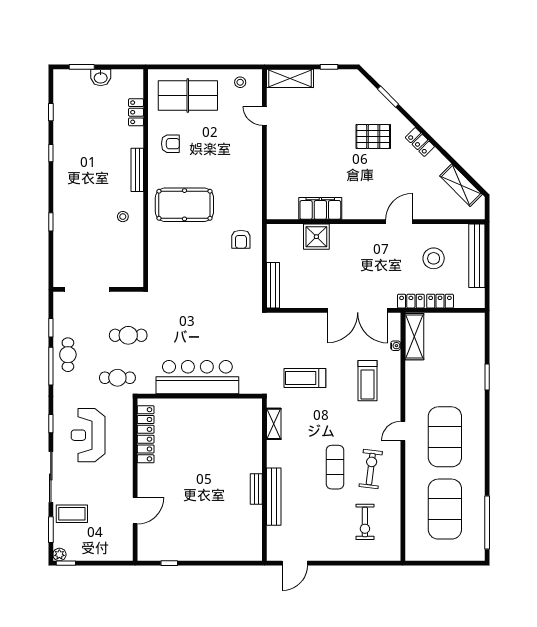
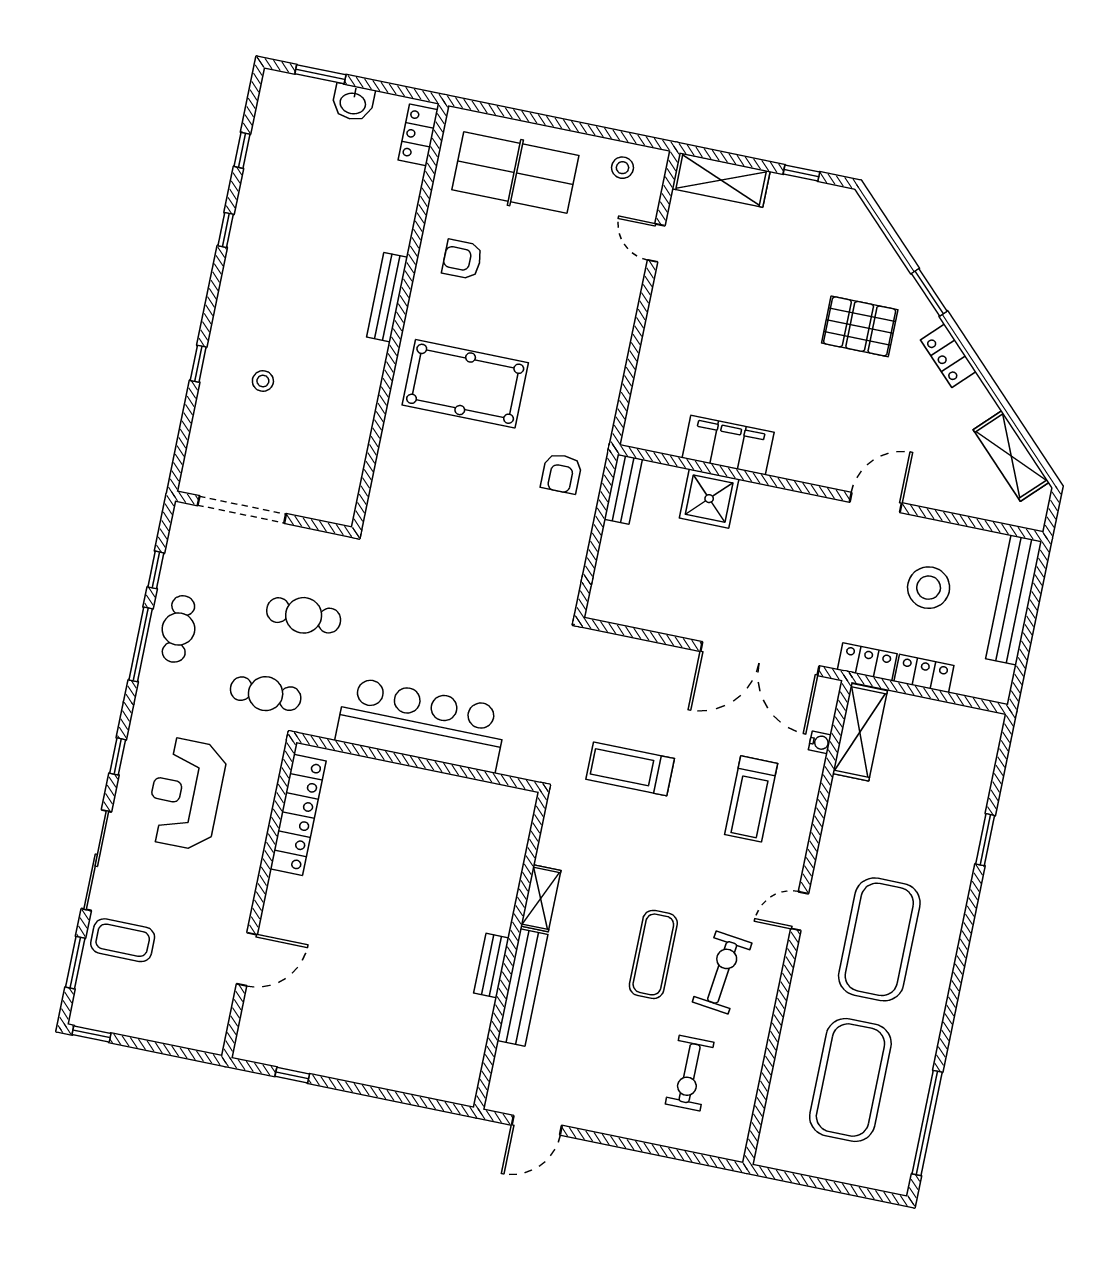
window: (388, 97) -> (929, 292), moved
locker: (136, 112) -> (418, 135), moved
armchair: (170, 144) -> (462, 259), turned 180
stool: (123, 217) -> (263, 381), moved
bench: (273, 285) -> (623, 489), moved, width x0.73
shelving: (274, 424) -> (541, 898), moved
plant: (59, 555) -> (82, 1014), removed

